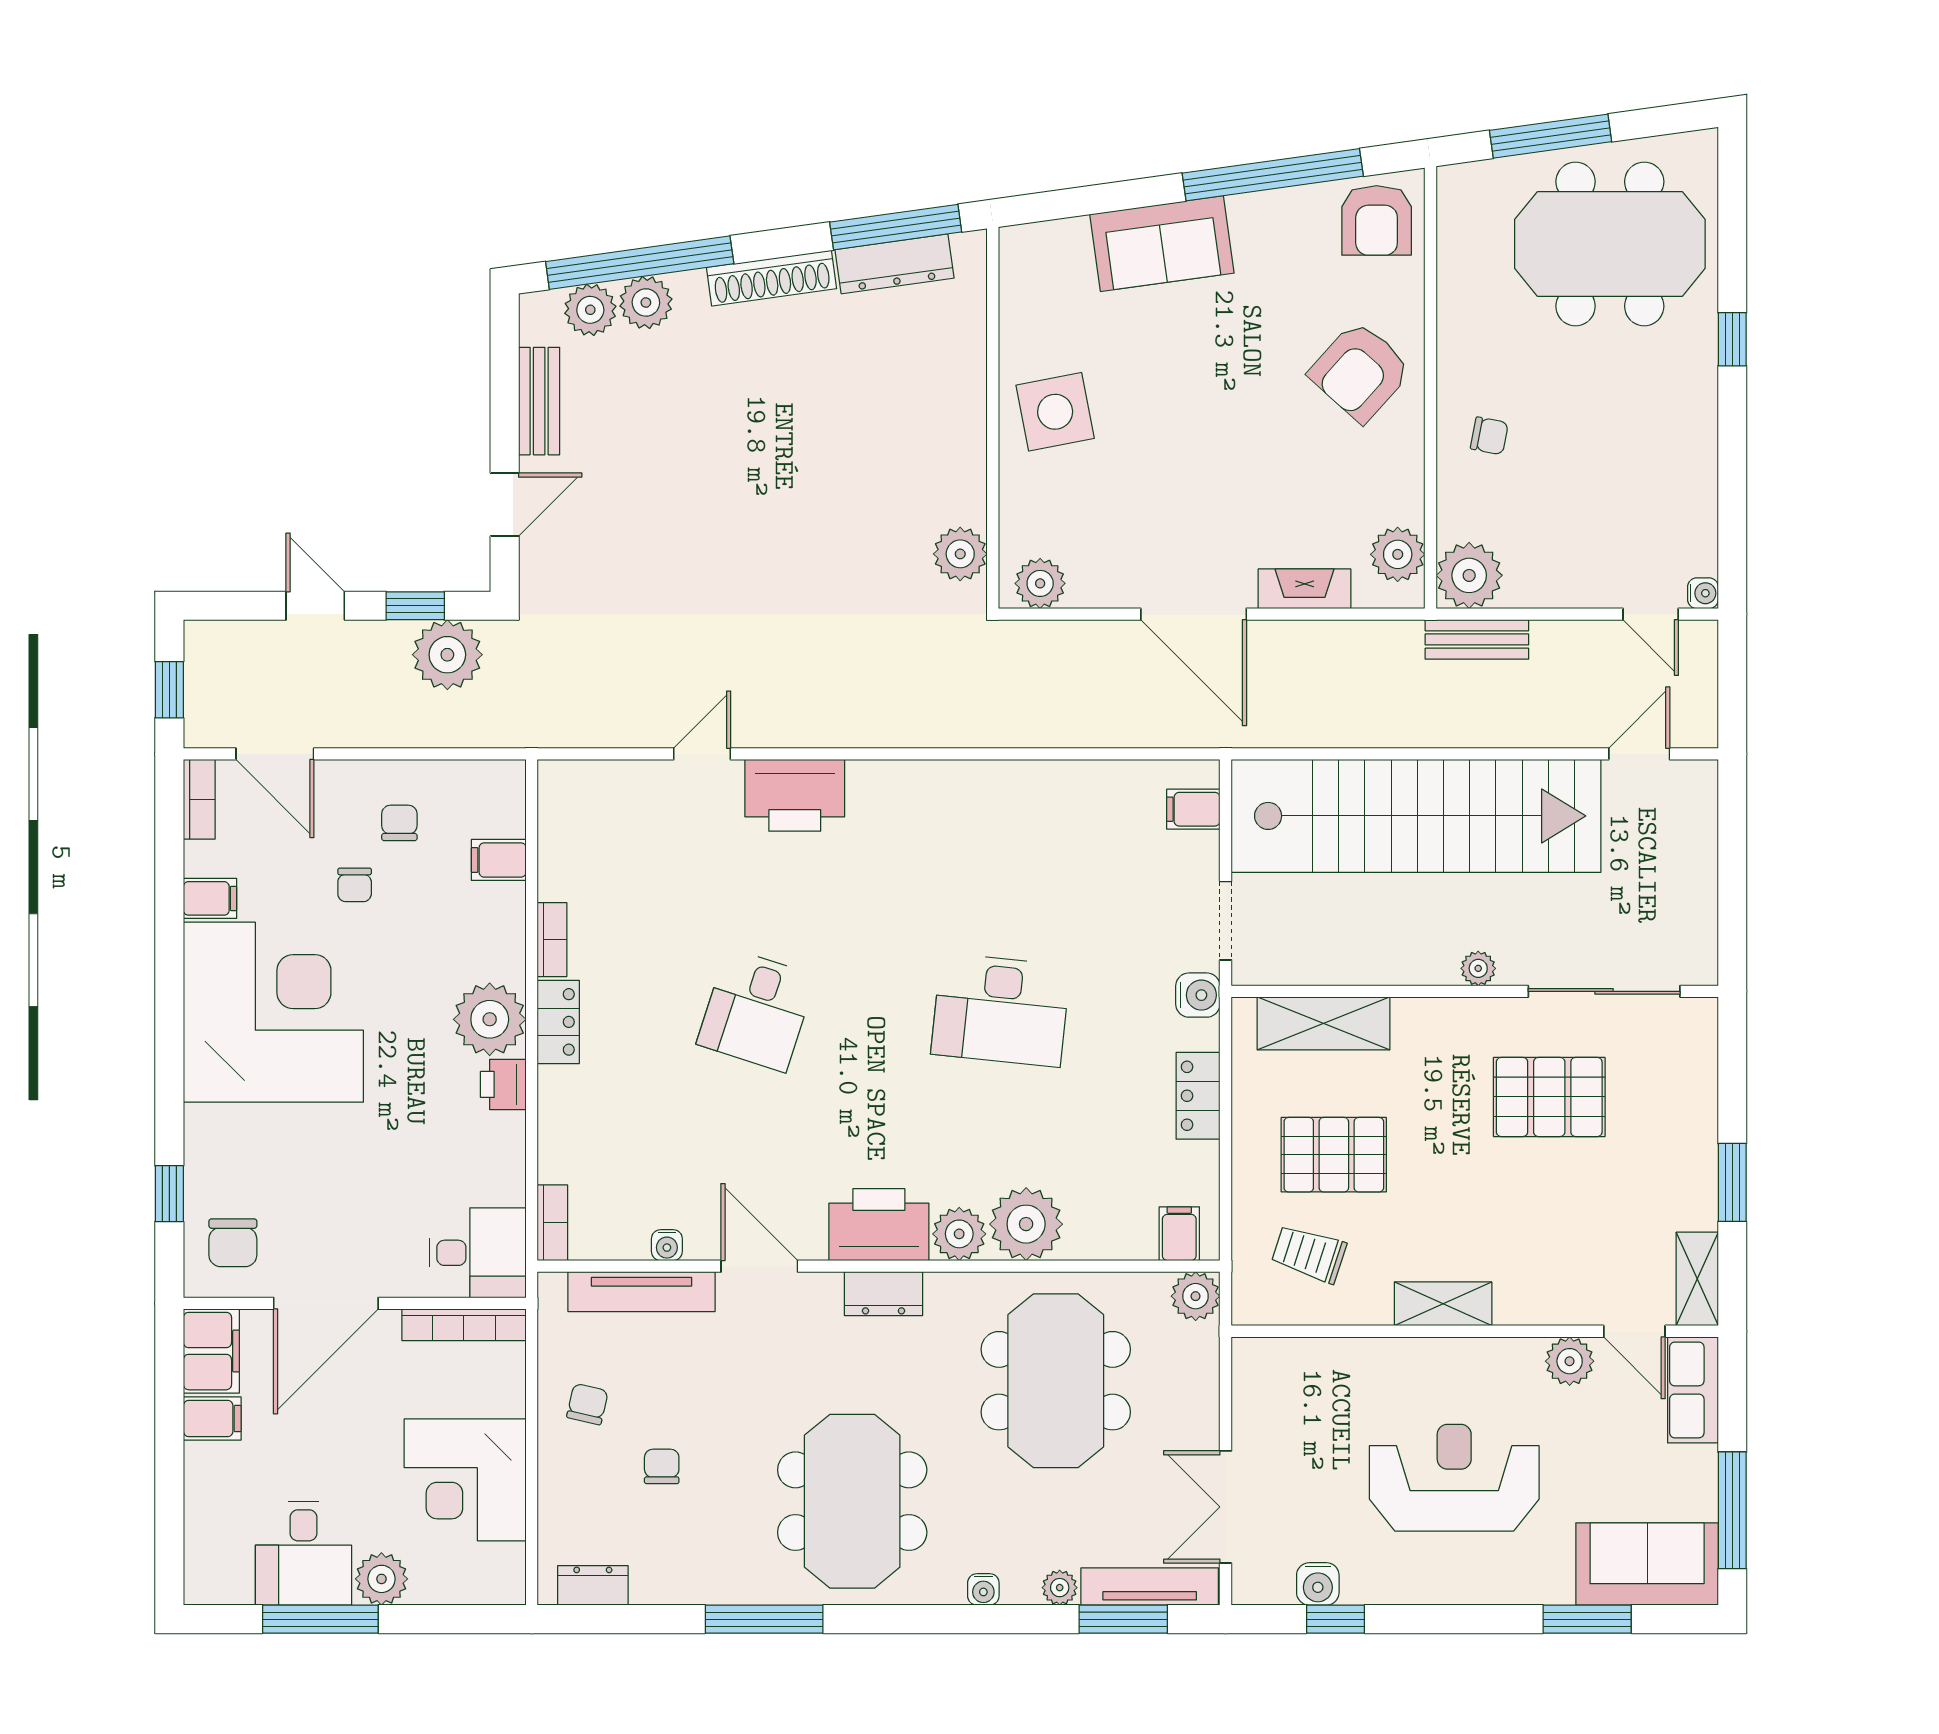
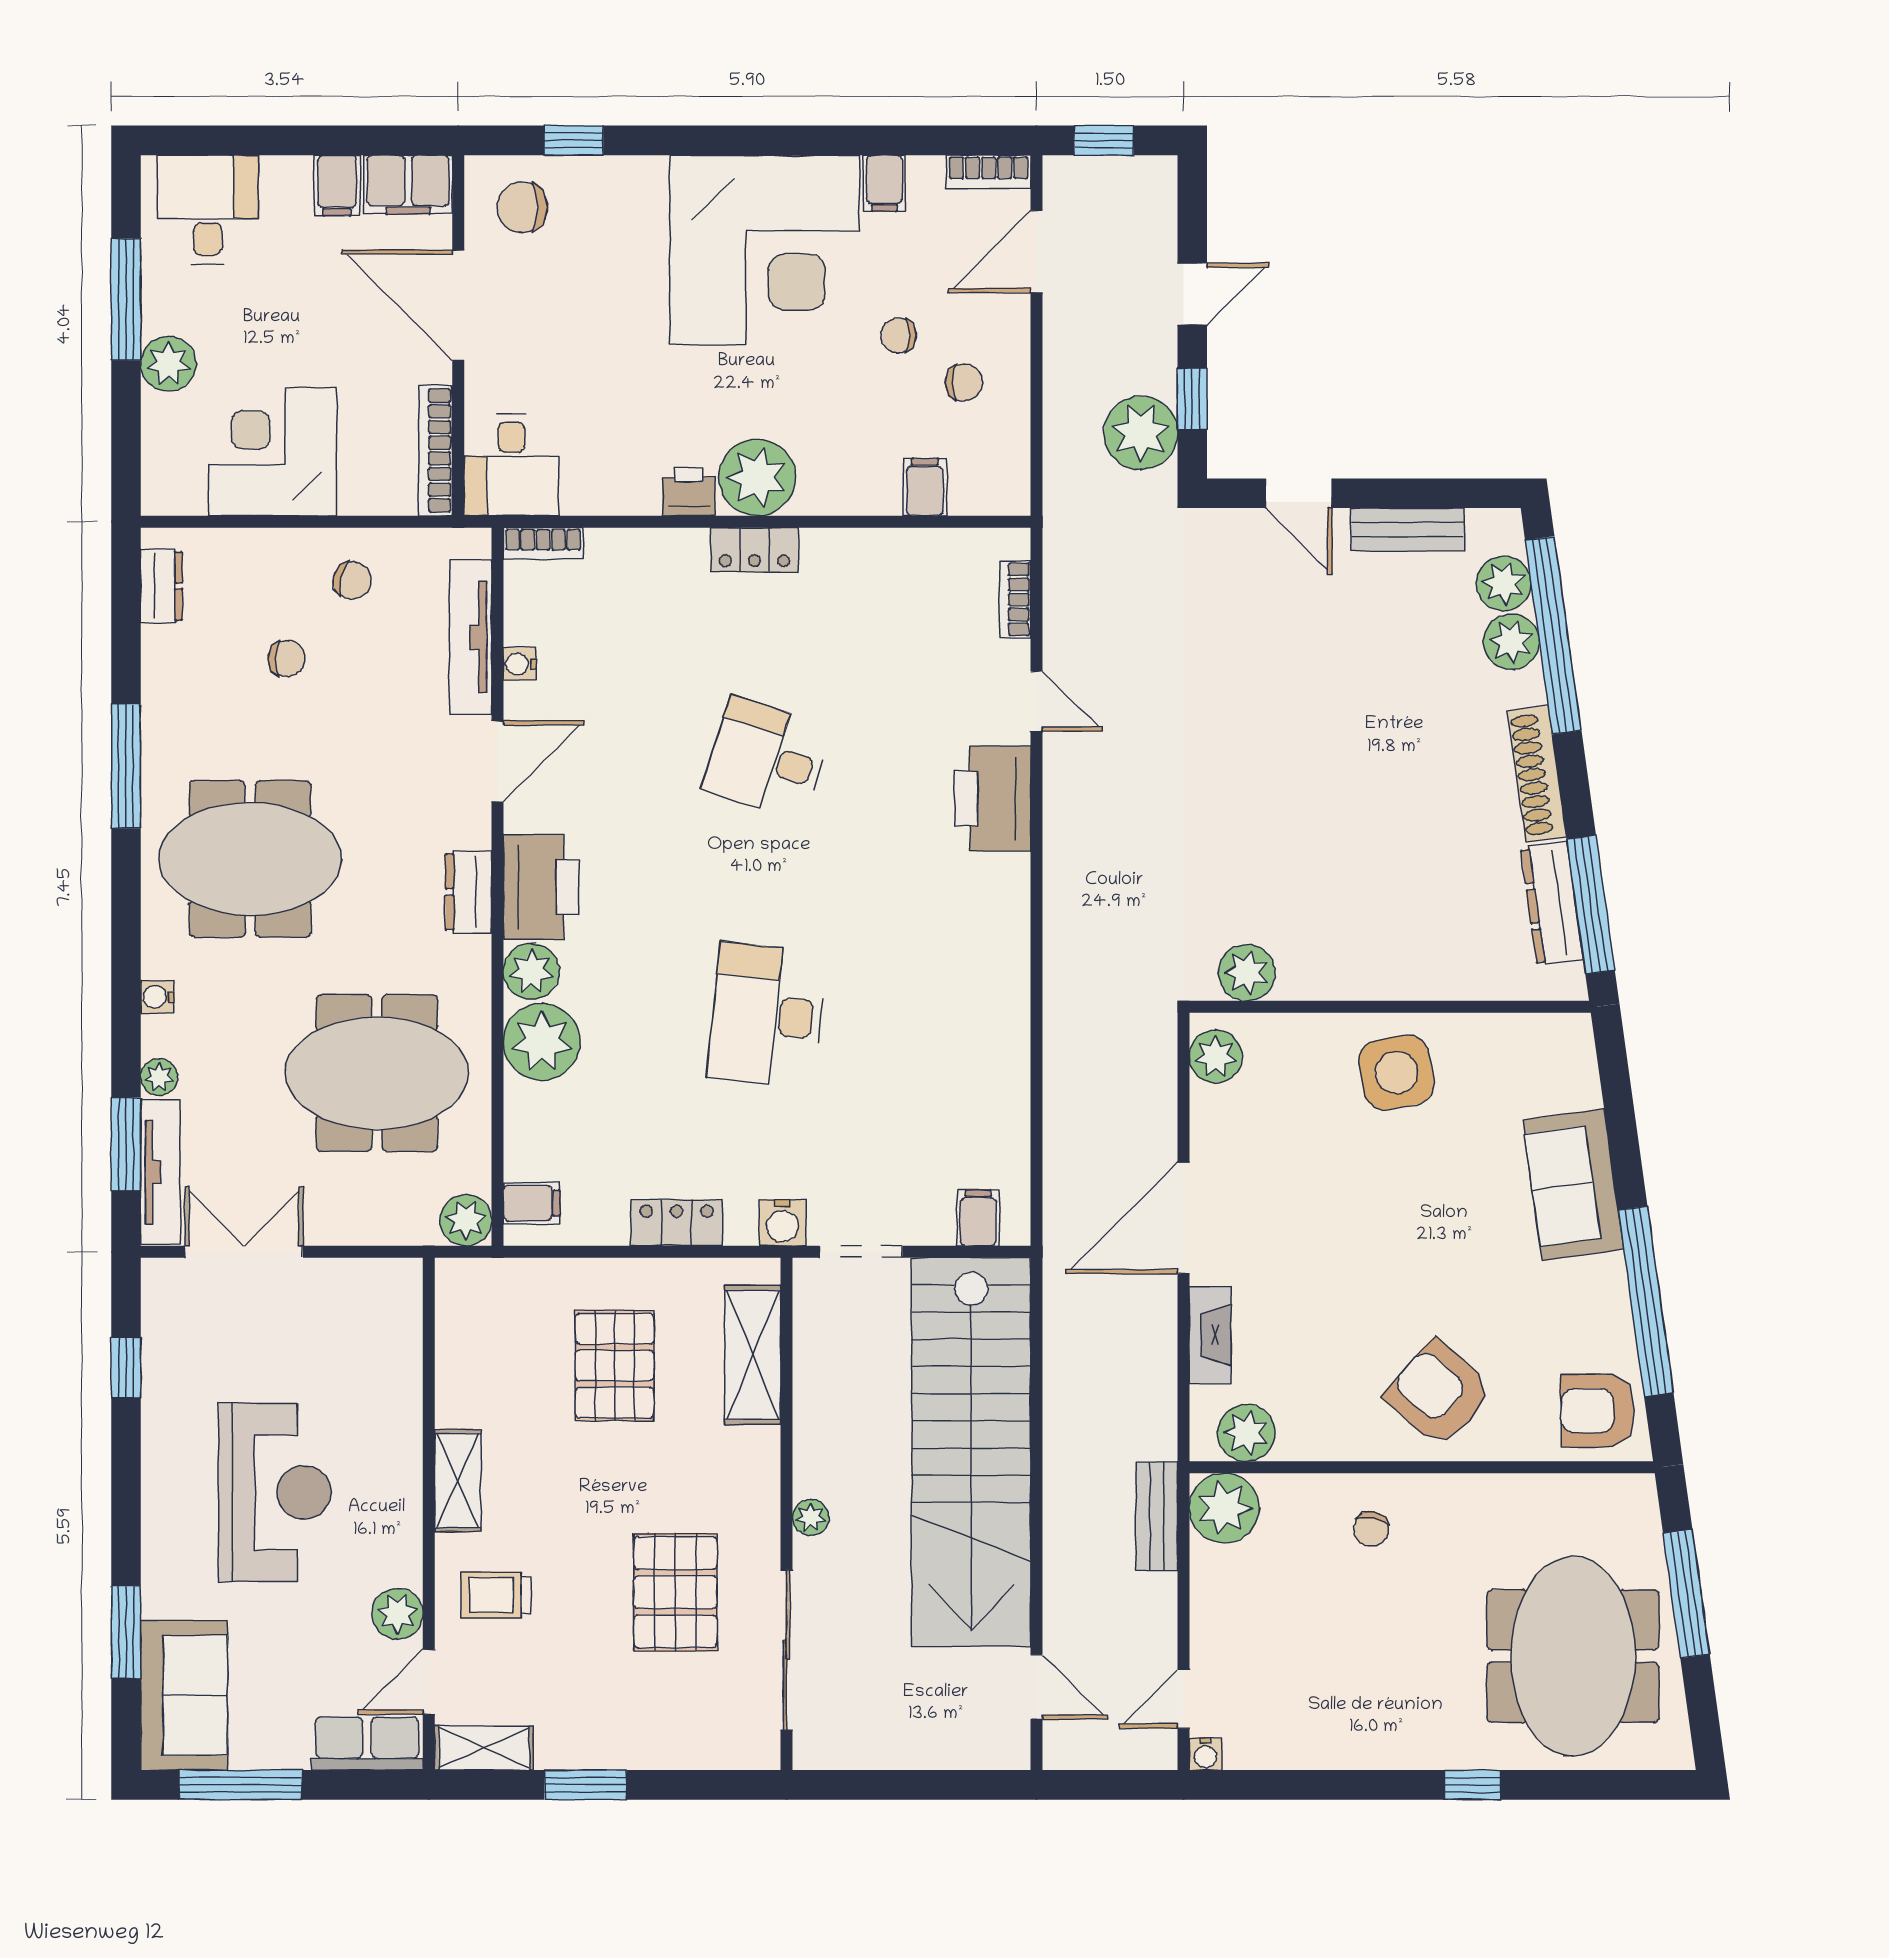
bookcase: (552, 940) -> (1015, 599), moved, turned 90
trolley: (1309, 1254) -> (496, 1595), moved, turned -108
desk: (303, 1553) -> (208, 210), moved, turned 90
water cooler: (1318, 1584) -> (163, 1349), removed

